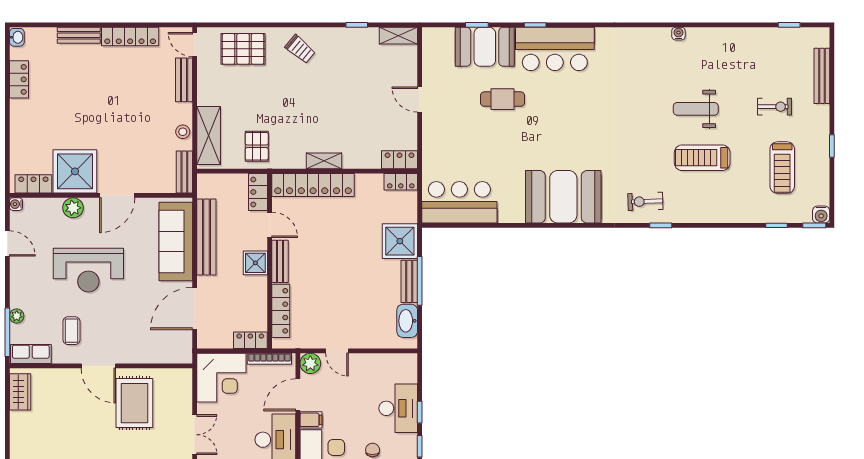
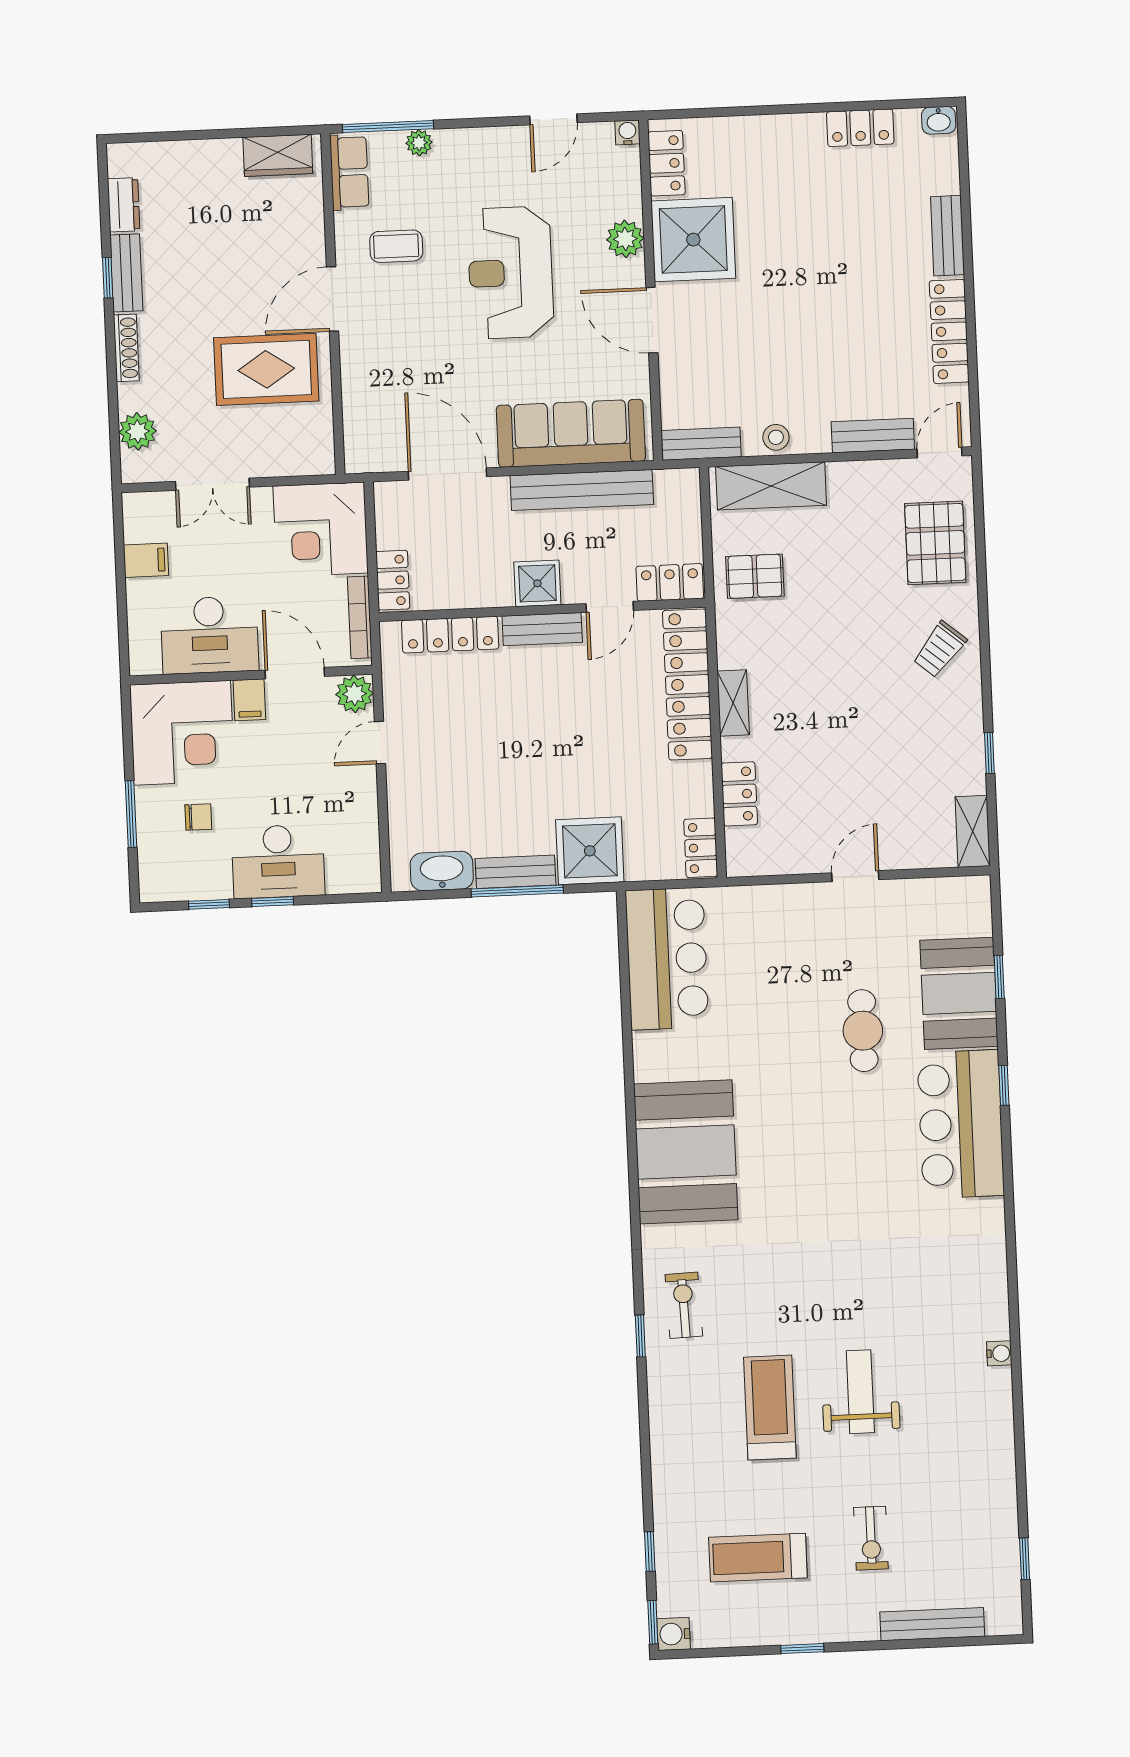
locker: (399, 160) -> (739, 794), moved

